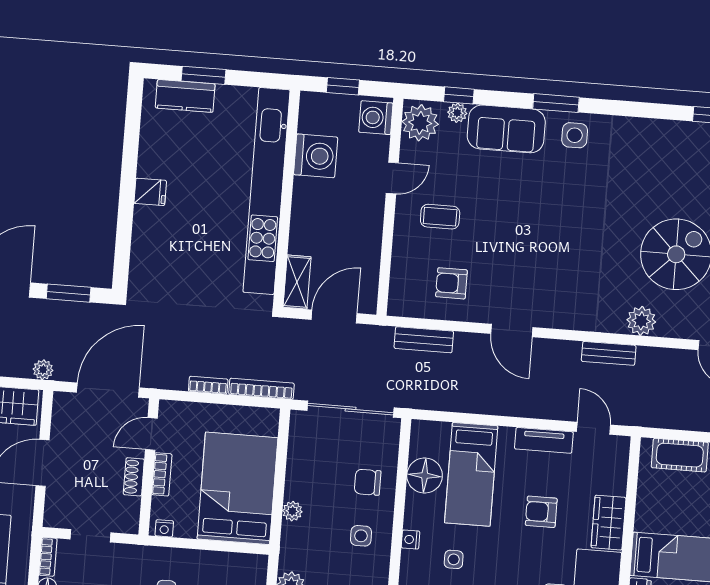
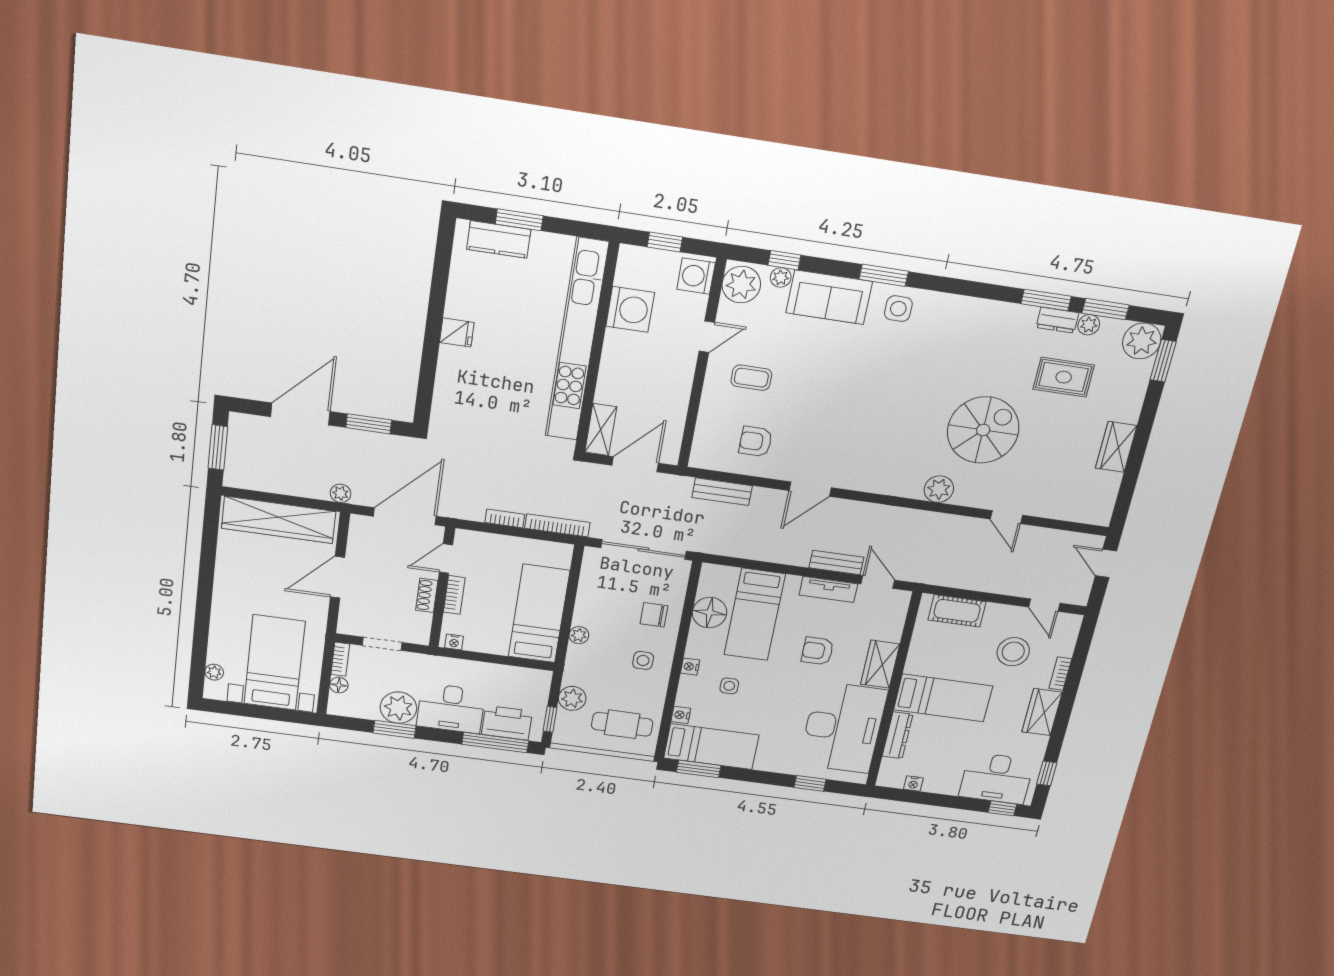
door: (512, 330) -> (810, 489), hinge flipped
bench: (609, 353) -> (836, 563), moved
bed: (238, 488) -> (539, 614), width x0.67

